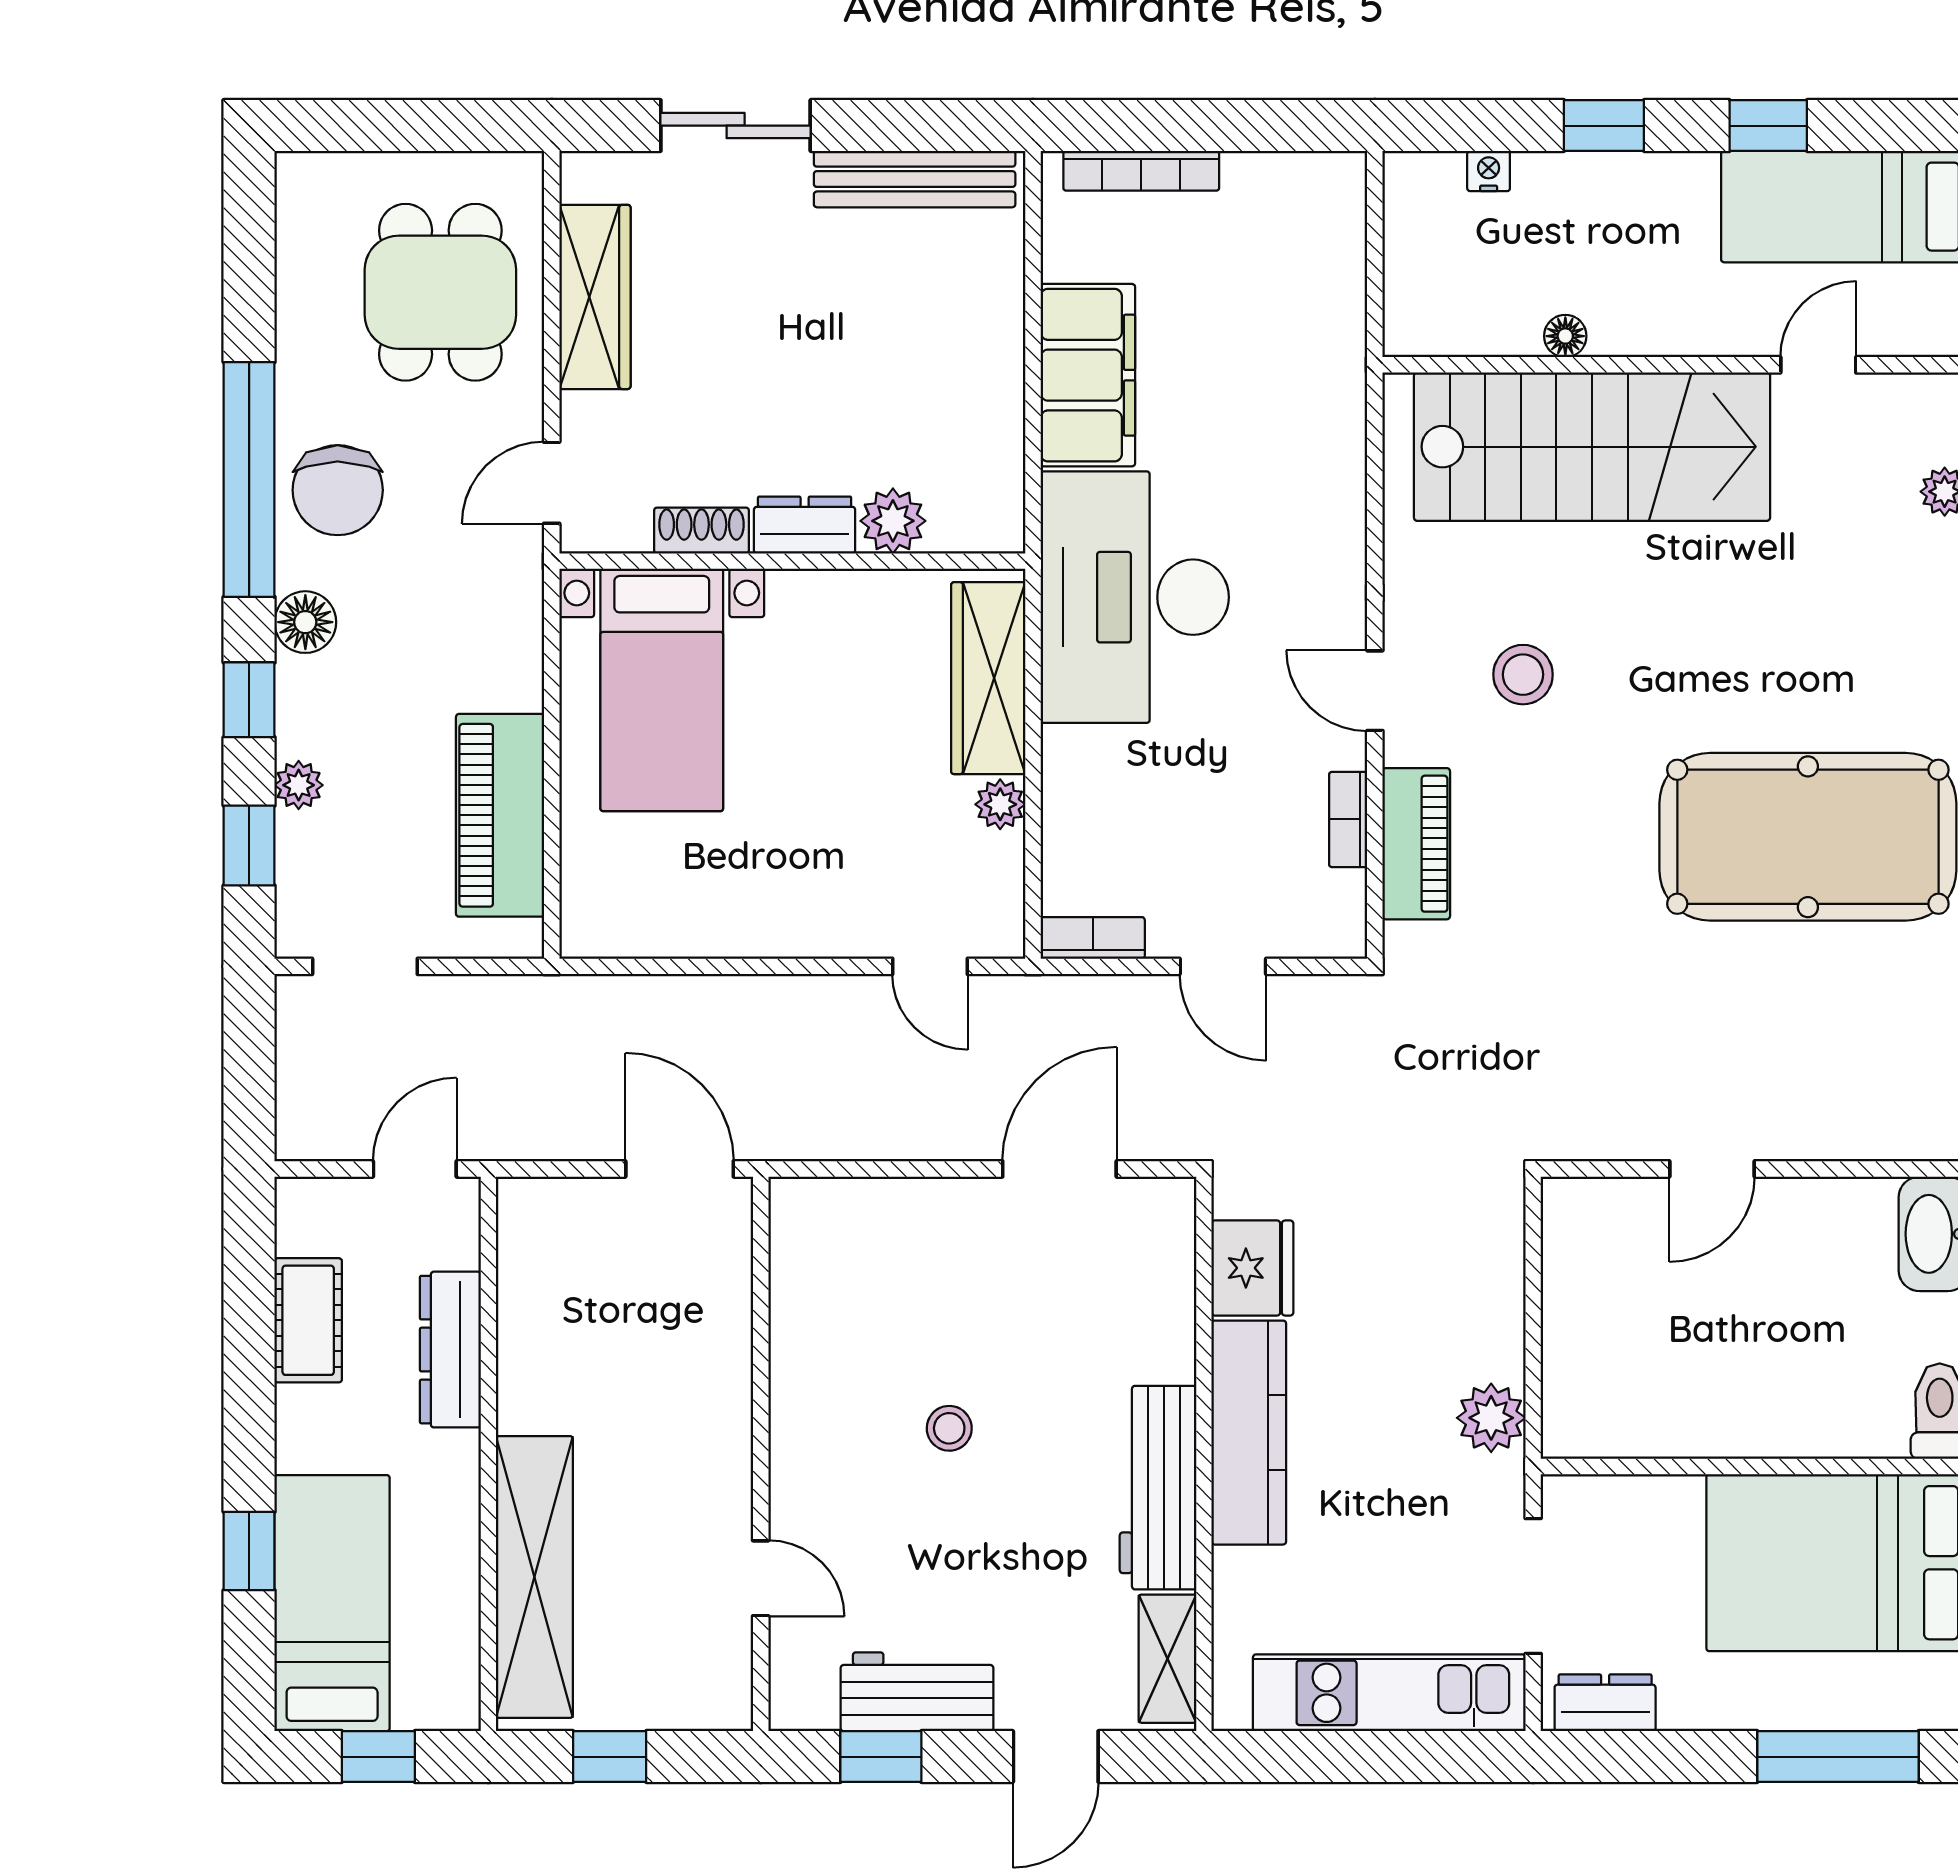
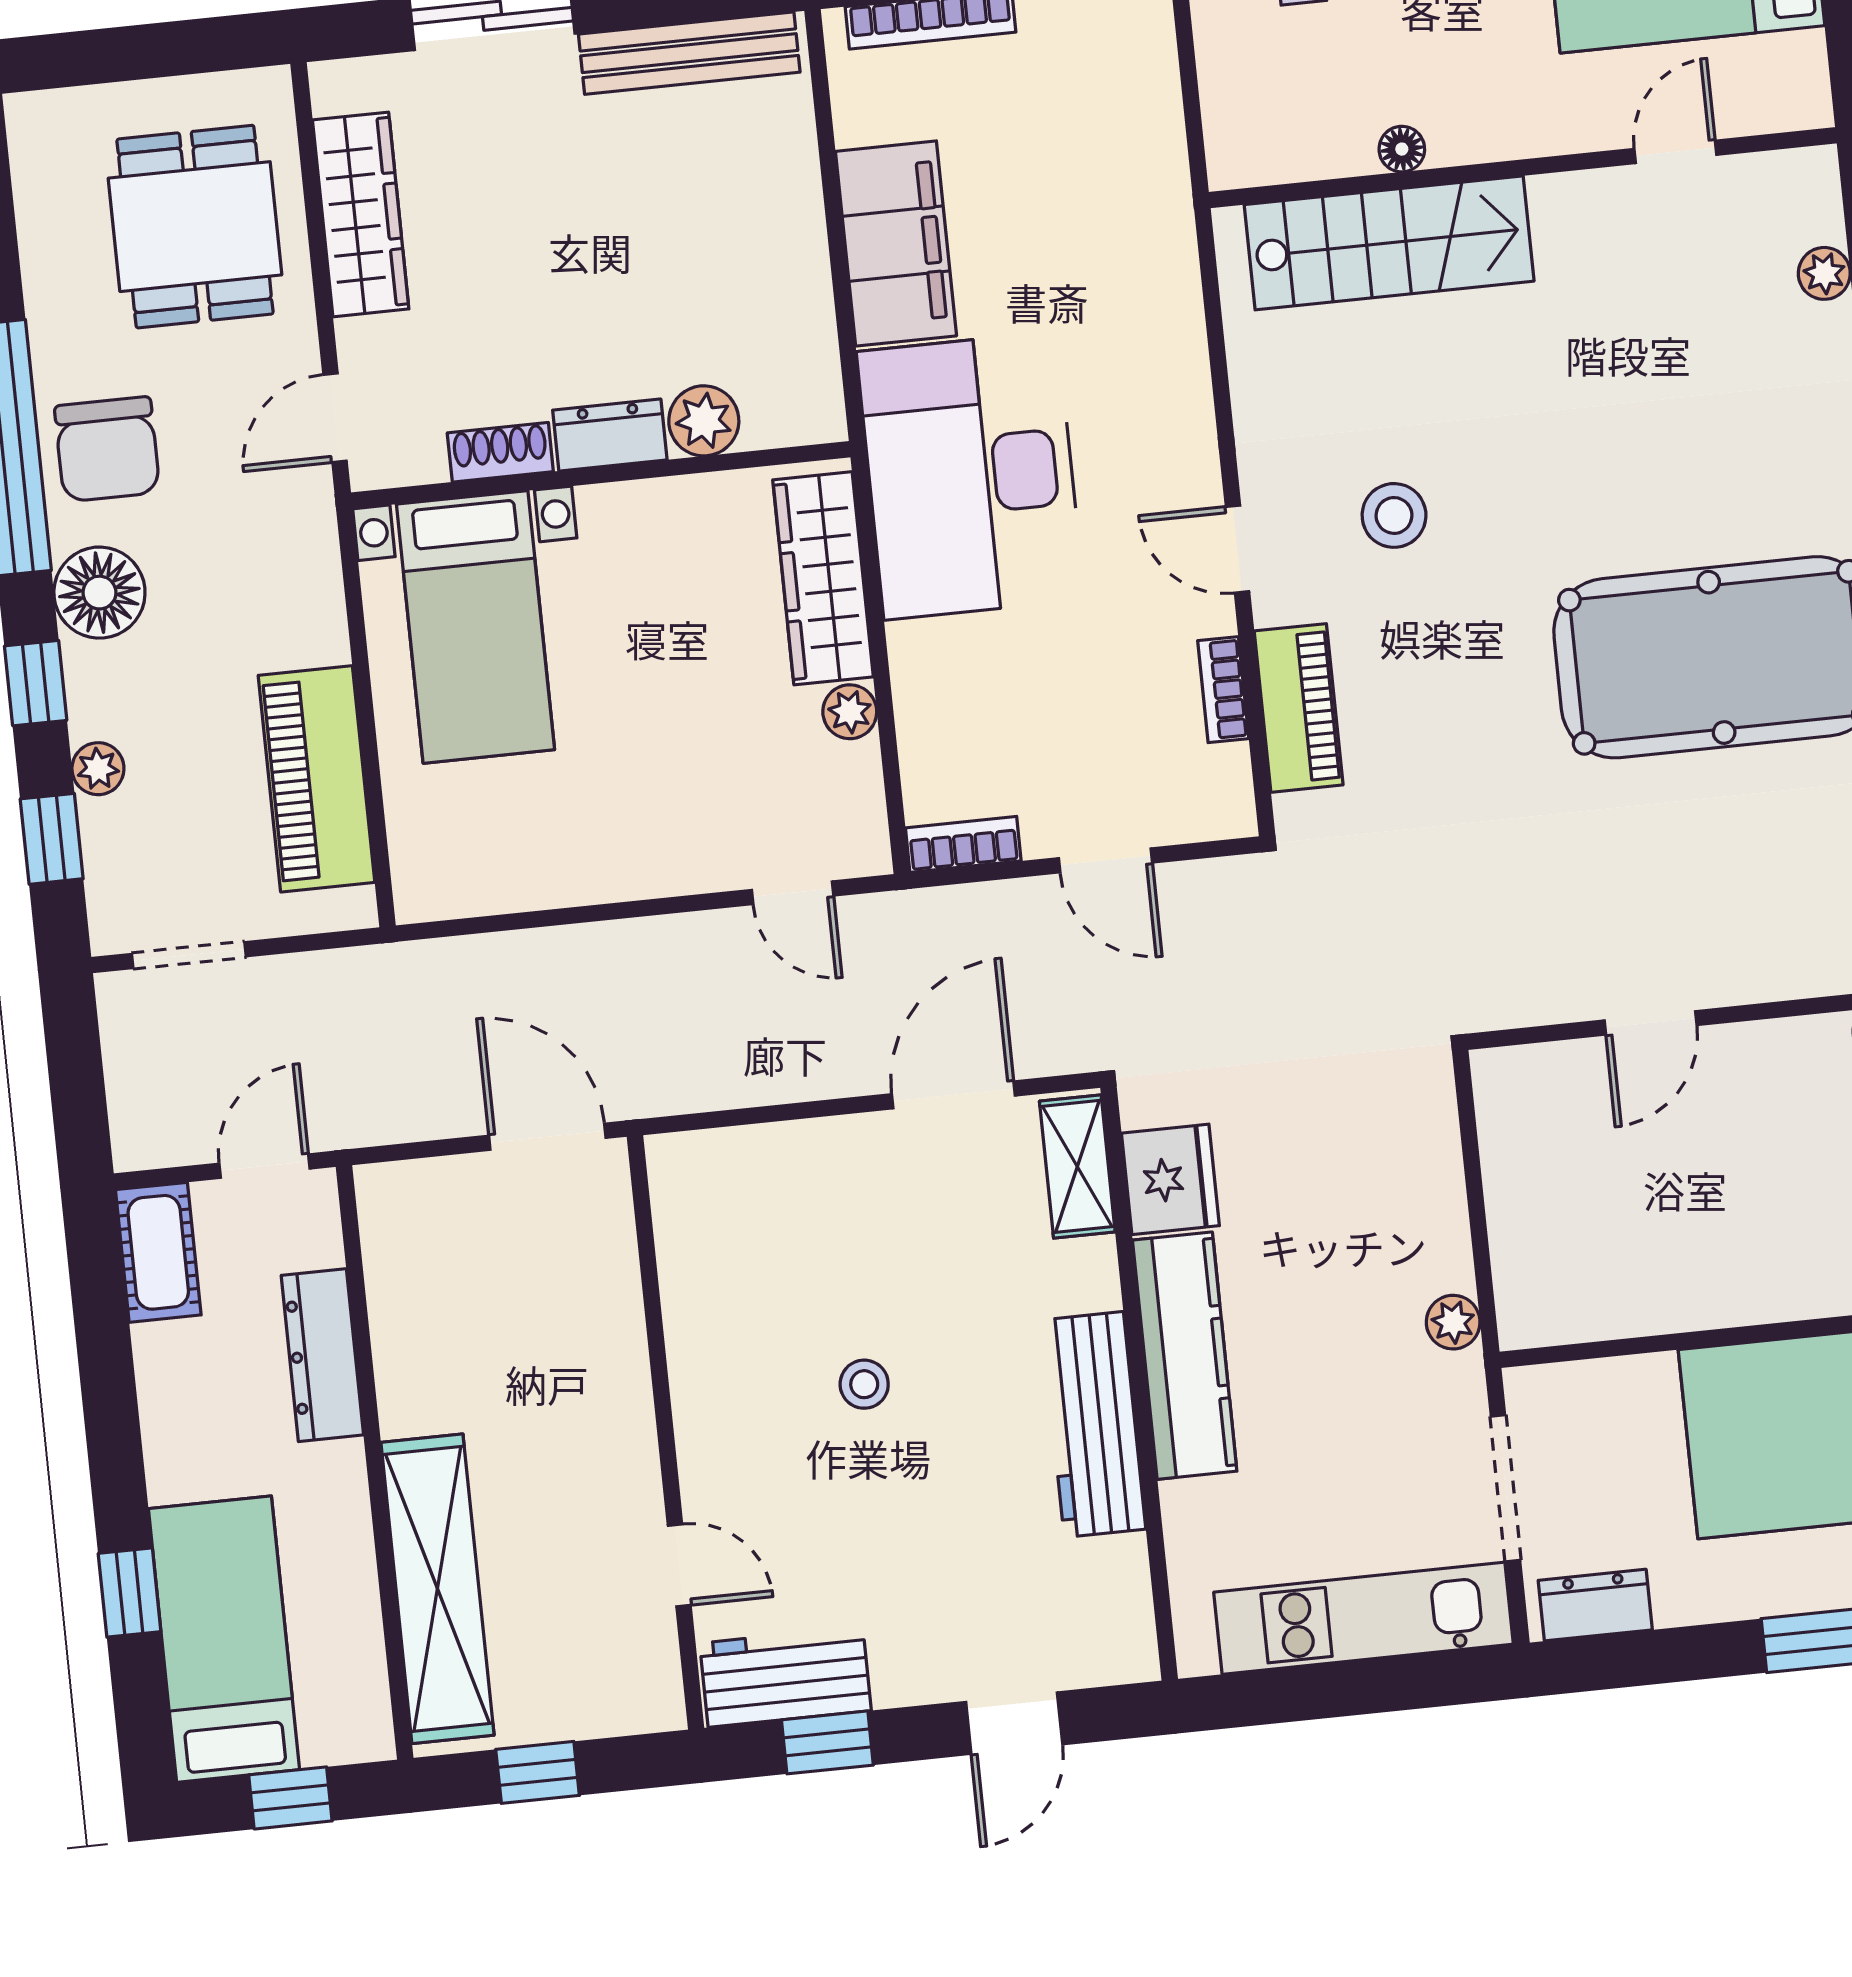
stairs: (1592, 447) -> (1389, 243), width x0.73, depth x0.66
floor lamp: (305, 622) -> (99, 593), width x1.38, depth x1.38
cot: (308, 1320) -> (158, 1252), moved
plant: (1491, 1418) -> (1453, 1322), width x0.73, depth x0.73
shelving: (1167, 1659) -> (1077, 1166), moved
workbench: (917, 1692) -> (785, 1677), moved

